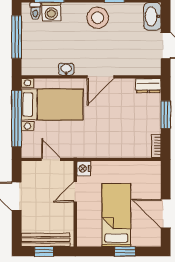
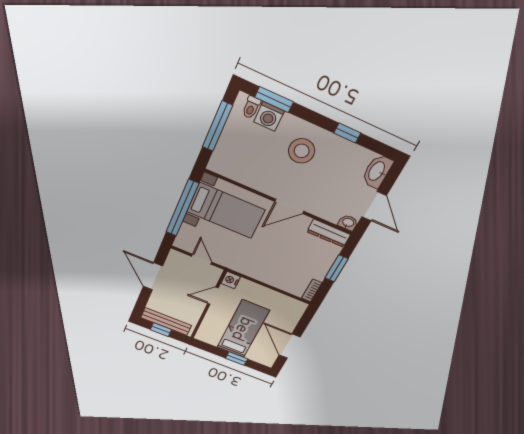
stool: (98, 18) -> (302, 151), moved
washbasin: (66, 69) -> (348, 223), moved
dresser: (148, 86) -> (329, 233), width x1.44

